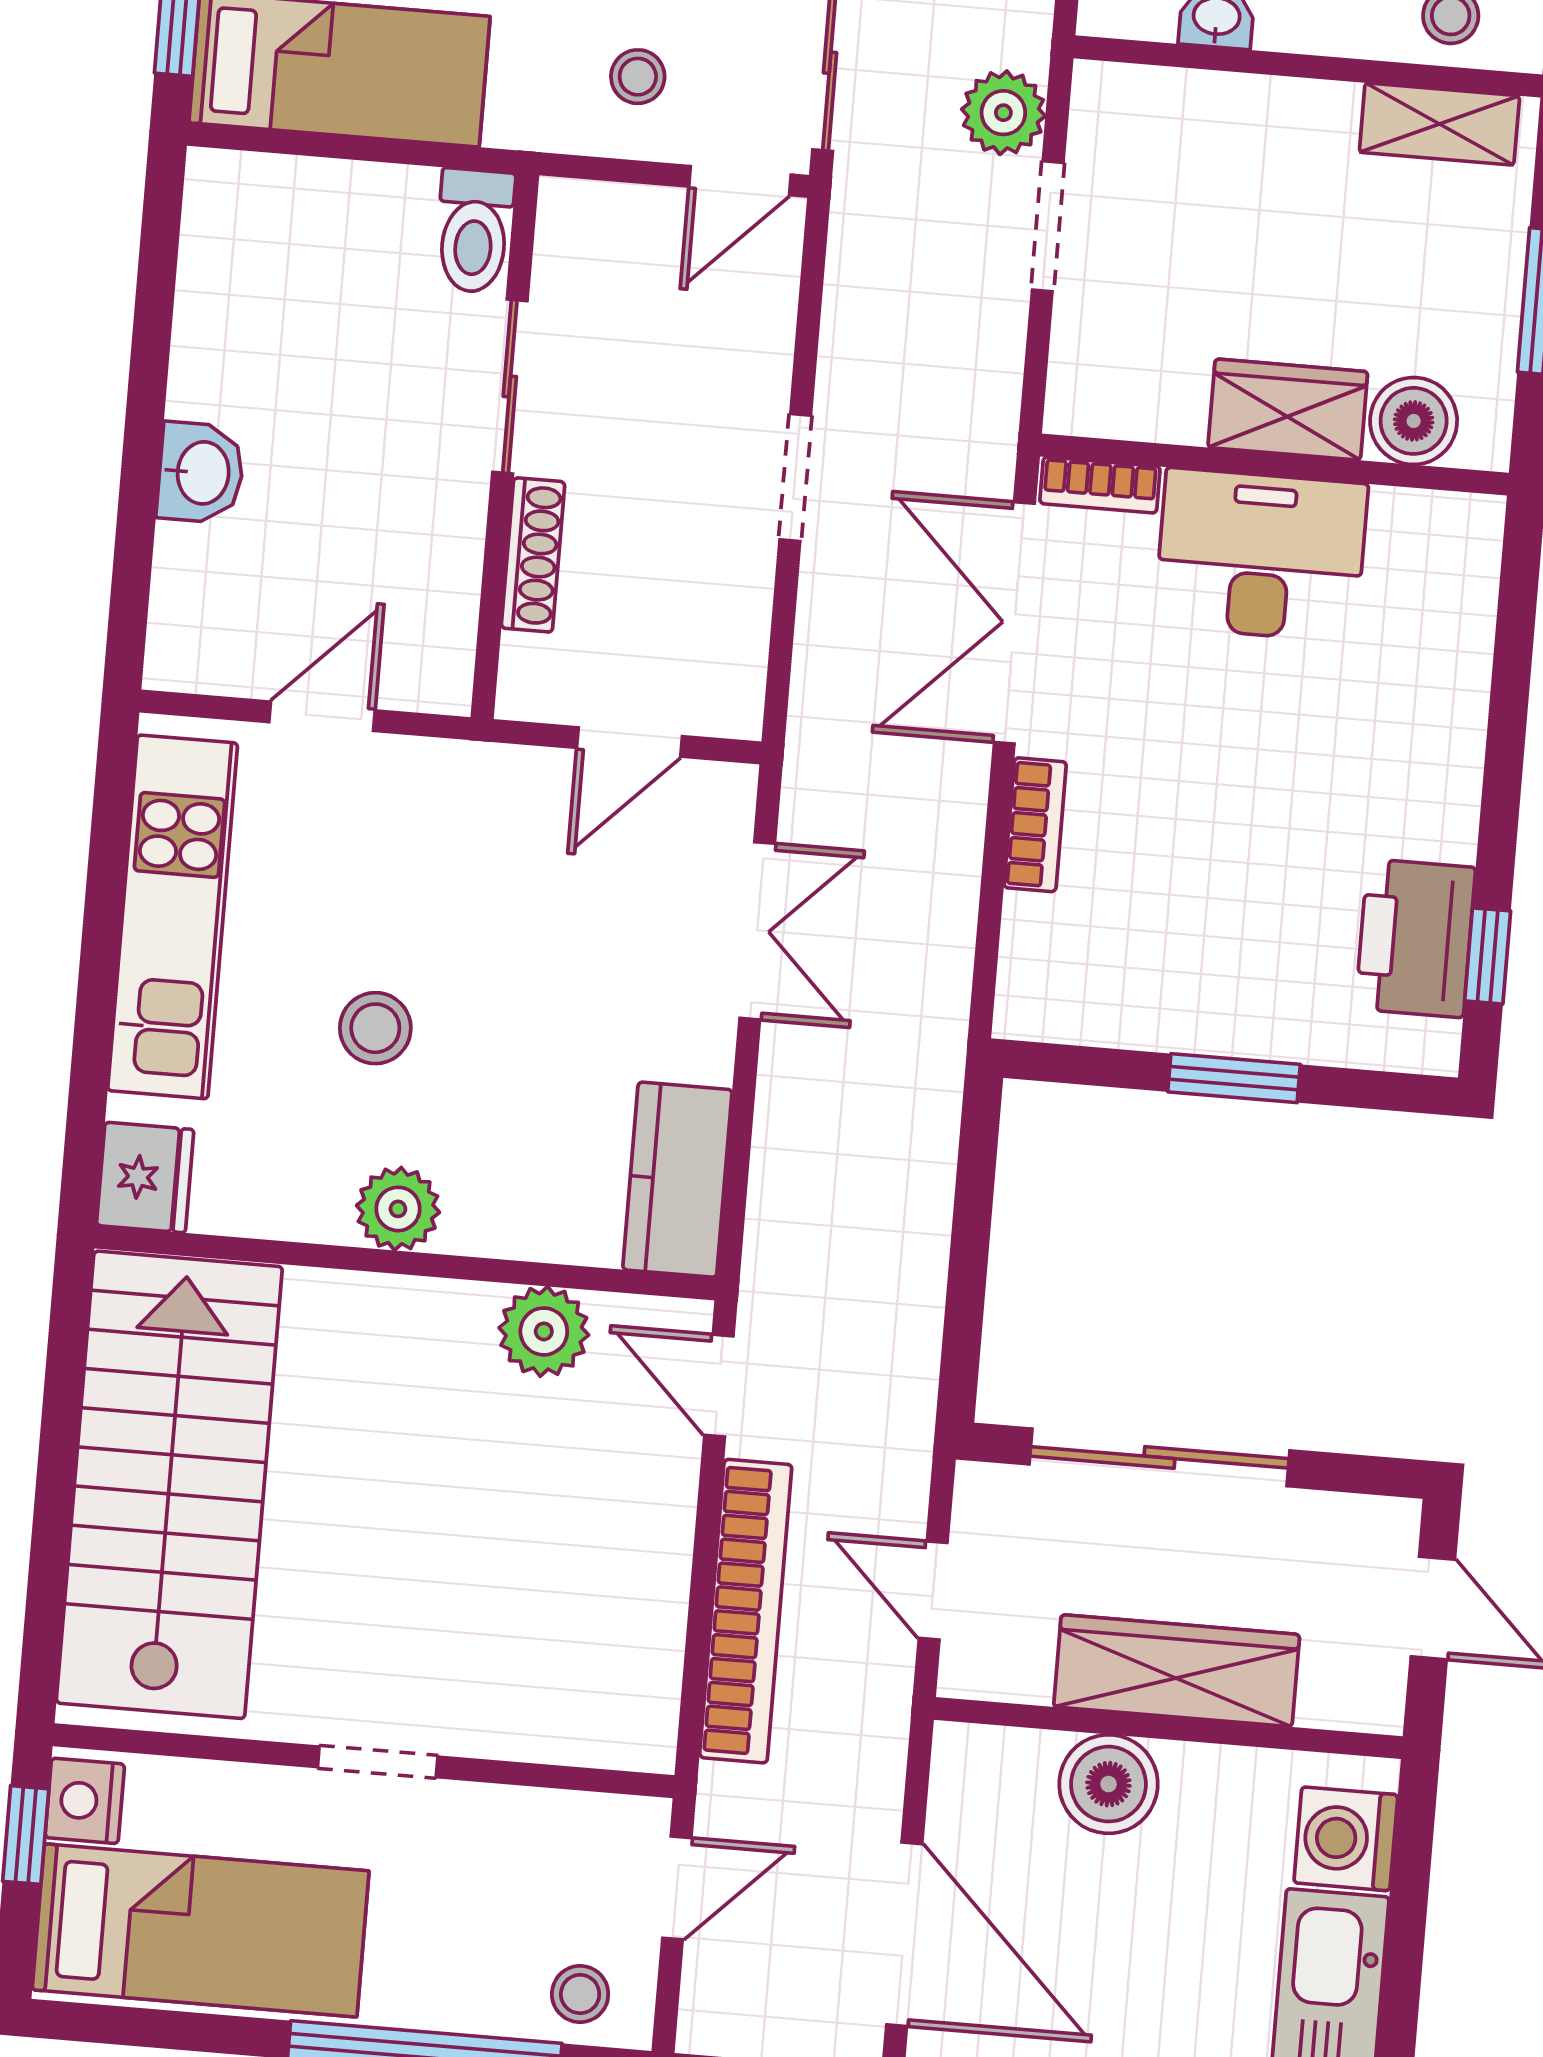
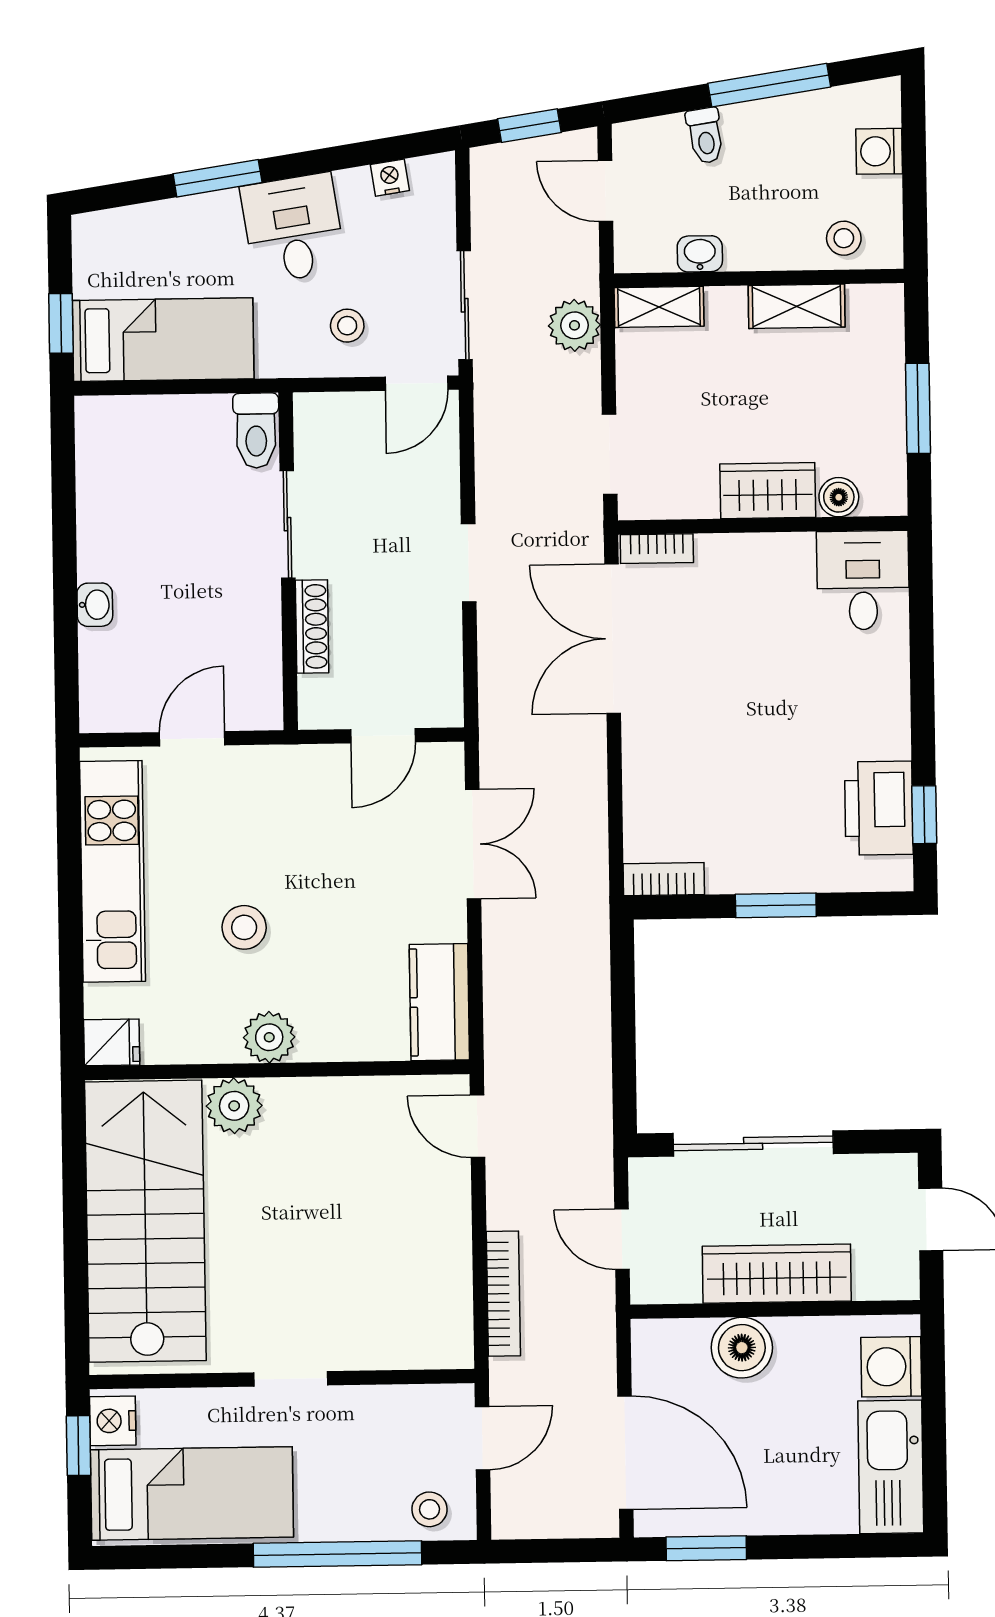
shelving: (1142, 97) -> (659, 307), added
shelving: (1439, 124) -> (797, 306), moved
doorway: (1048, 226) -> (610, 454), moved
boiler: (1414, 421) -> (839, 497), width x0.73, depth x0.73
washbasin: (201, 473) -> (95, 605), width x0.72, depth x0.69
desk: (1261, 555) -> (863, 580), moved, width x0.73
bookcase: (1035, 825) -> (664, 879), moved, turned -90
fridge: (145, 1177) -> (112, 1042), width x0.72
plant: (544, 1331) -> (234, 1106), moved
bookcase: (746, 1611) -> (503, 1294), width x0.68, depth x0.76

